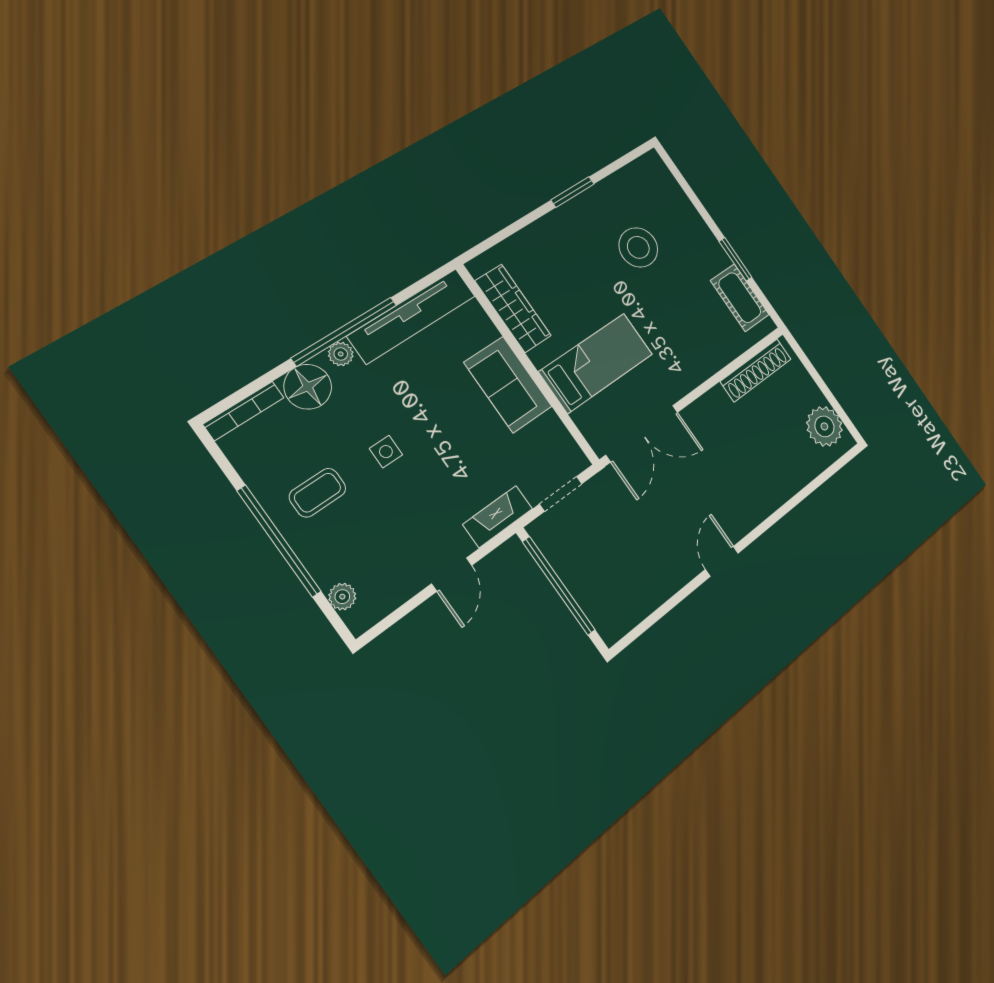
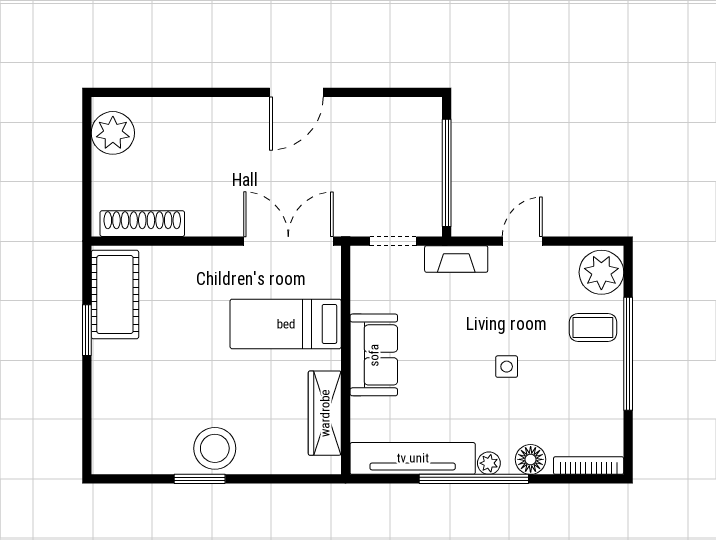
stool: (638, 247) -> (215, 448), moved
cot: (740, 298) -> (115, 295), width x1.37, depth x1.34
floor lamp: (308, 387) -> (531, 459), width x0.73, depth x0.73
coffee table: (318, 493) -> (593, 328), moved
door: (722, 561) -> (296, 92), width x1.38
plant: (342, 597) -> (601, 272), width x1.88, depth x1.88

